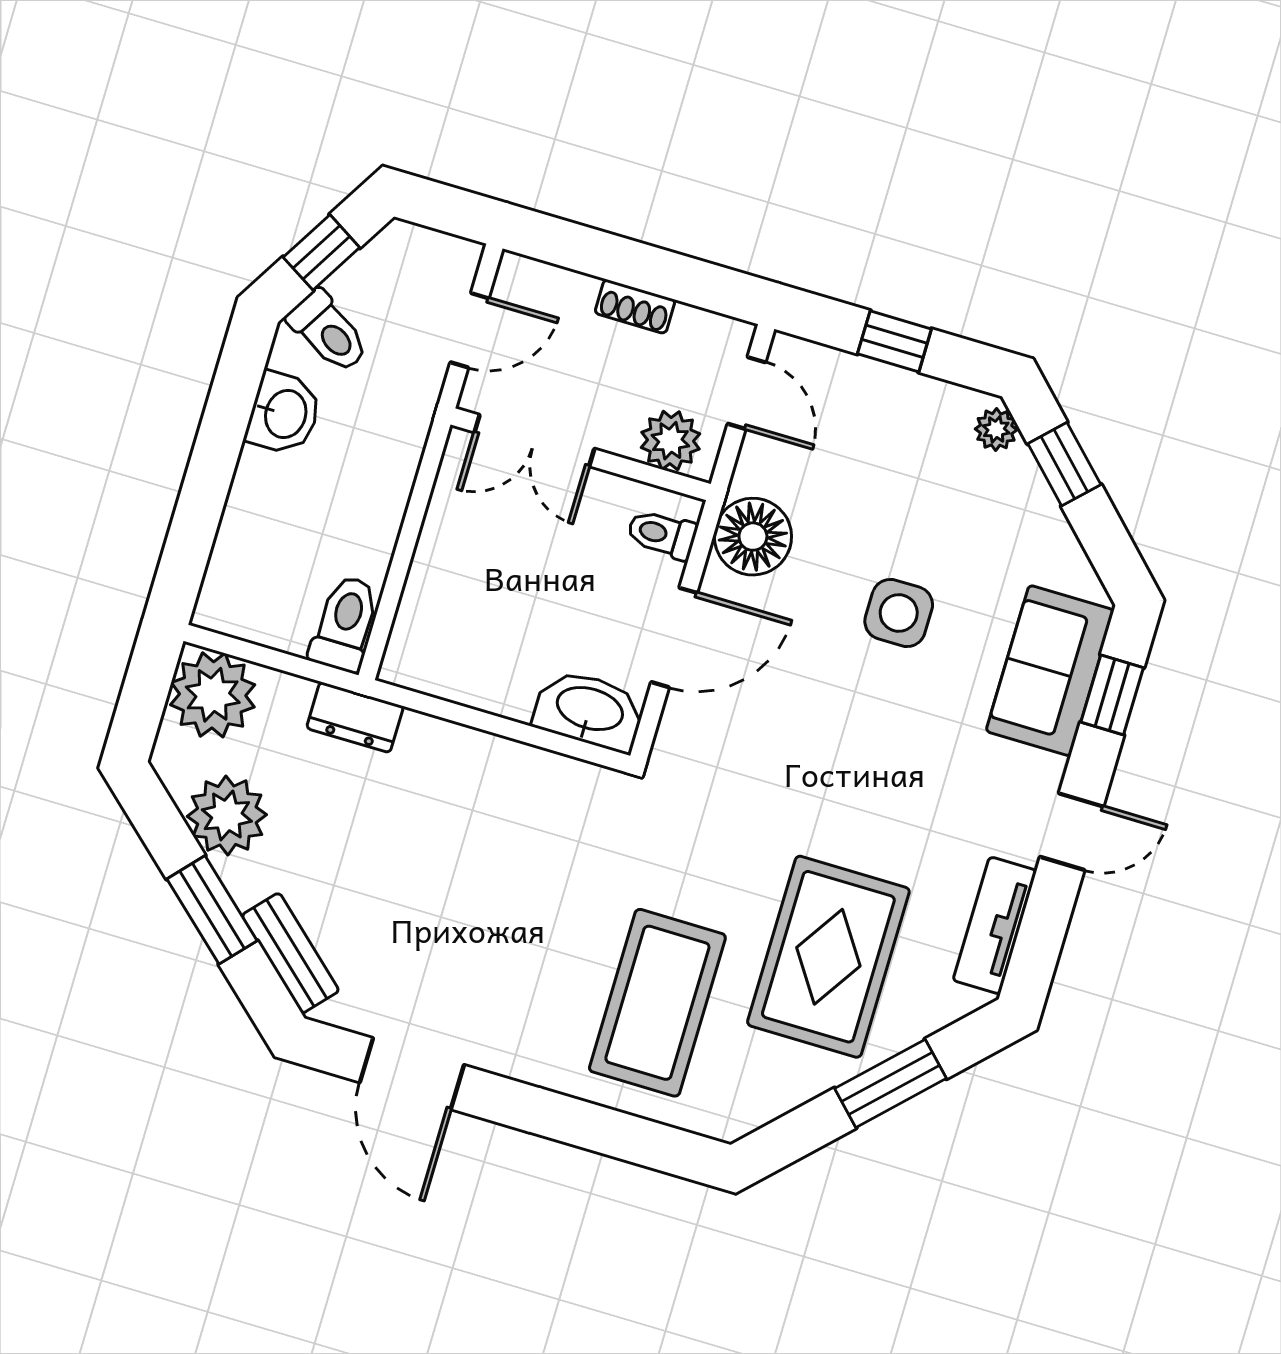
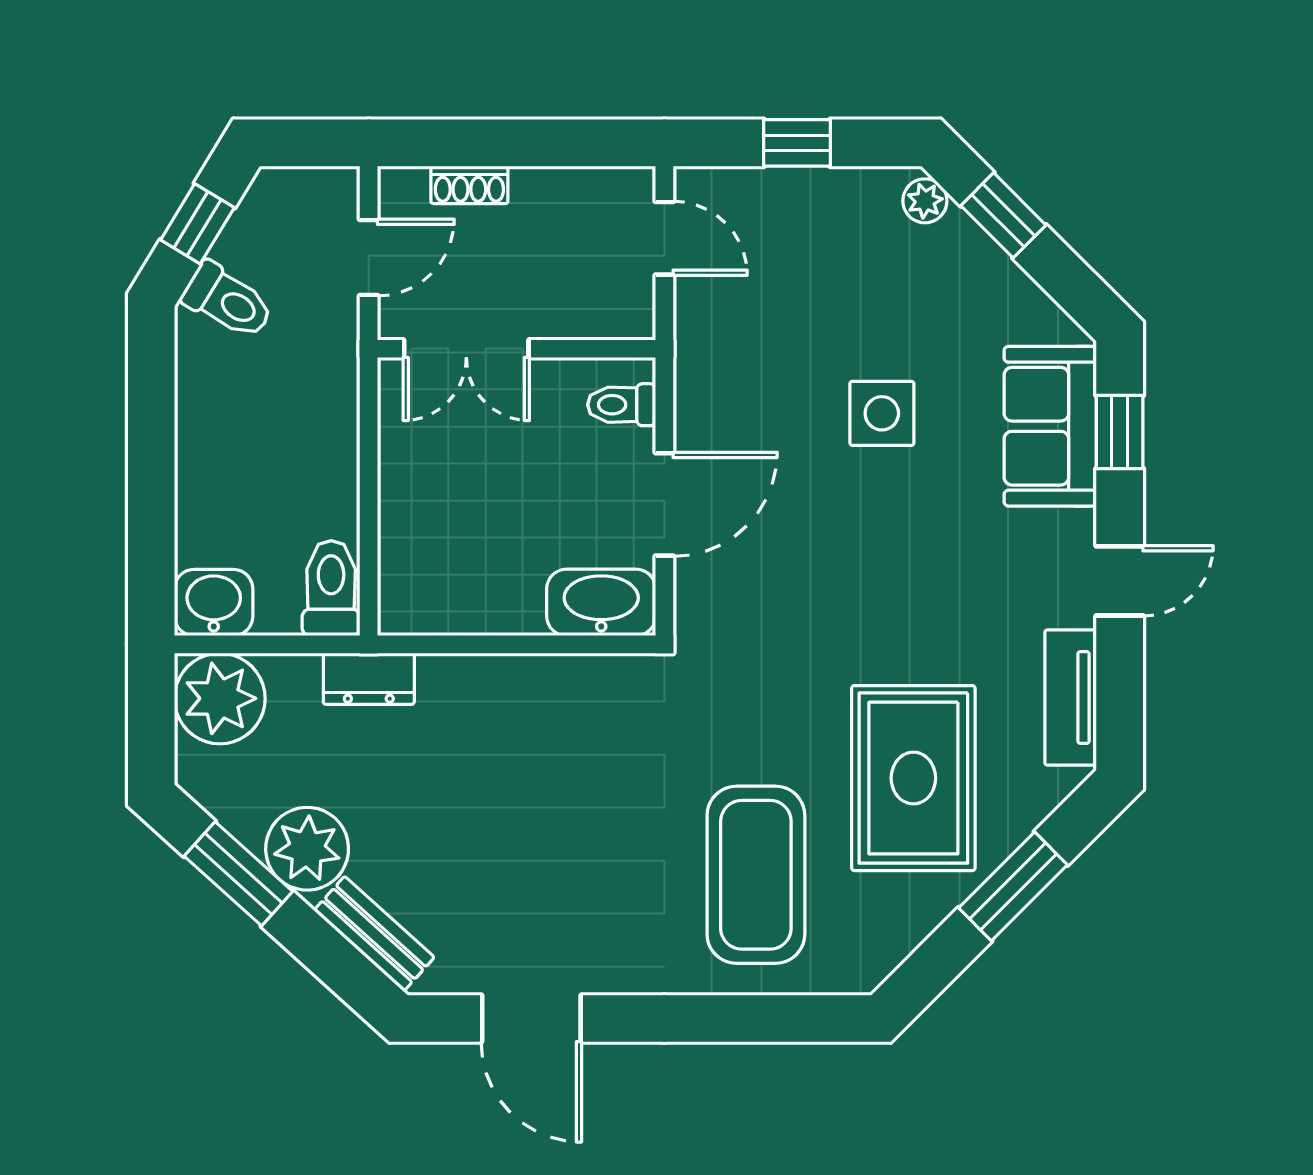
shoe rack: (635, 306) -> (469, 185), moved
washbasin: (284, 413) -> (214, 603), moved, turned -90
plant: (670, 441) -> (602, 309), removed
floor lamp: (753, 537) -> (713, 380), removed
plant: (227, 816) -> (307, 849), moved
window: (212, 910) -> (238, 874), moved

